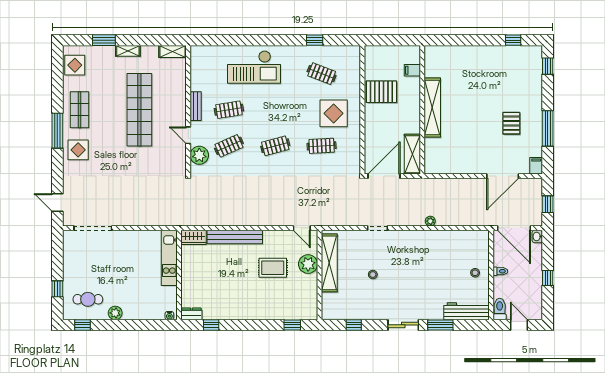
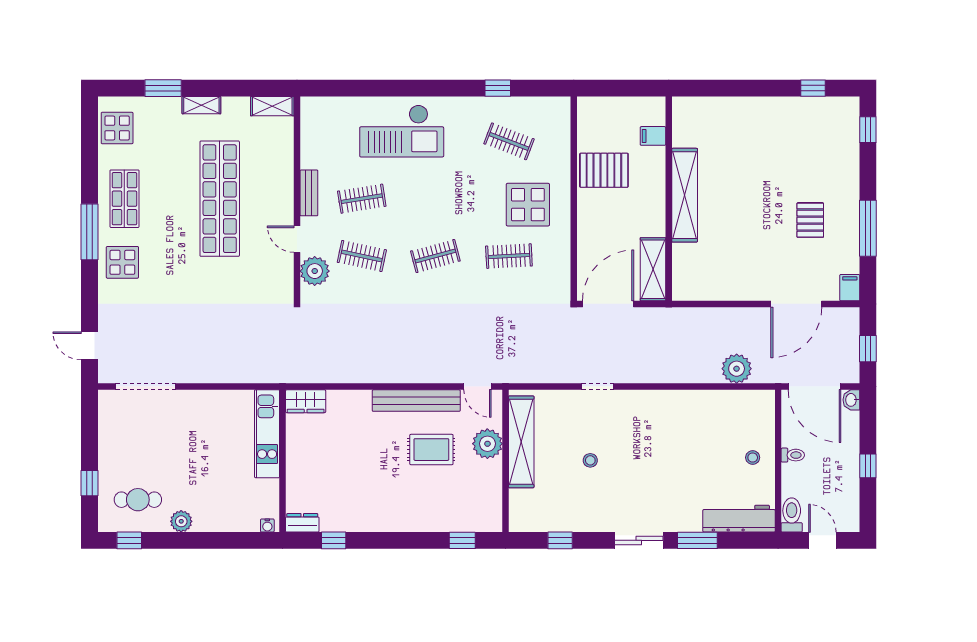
clothes rail: (229, 146) -> (362, 256), turned 36
plant: (430, 221) -> (737, 369), moved, width x1.88, depth x1.88
bench: (235, 237) -> (416, 401), moved

